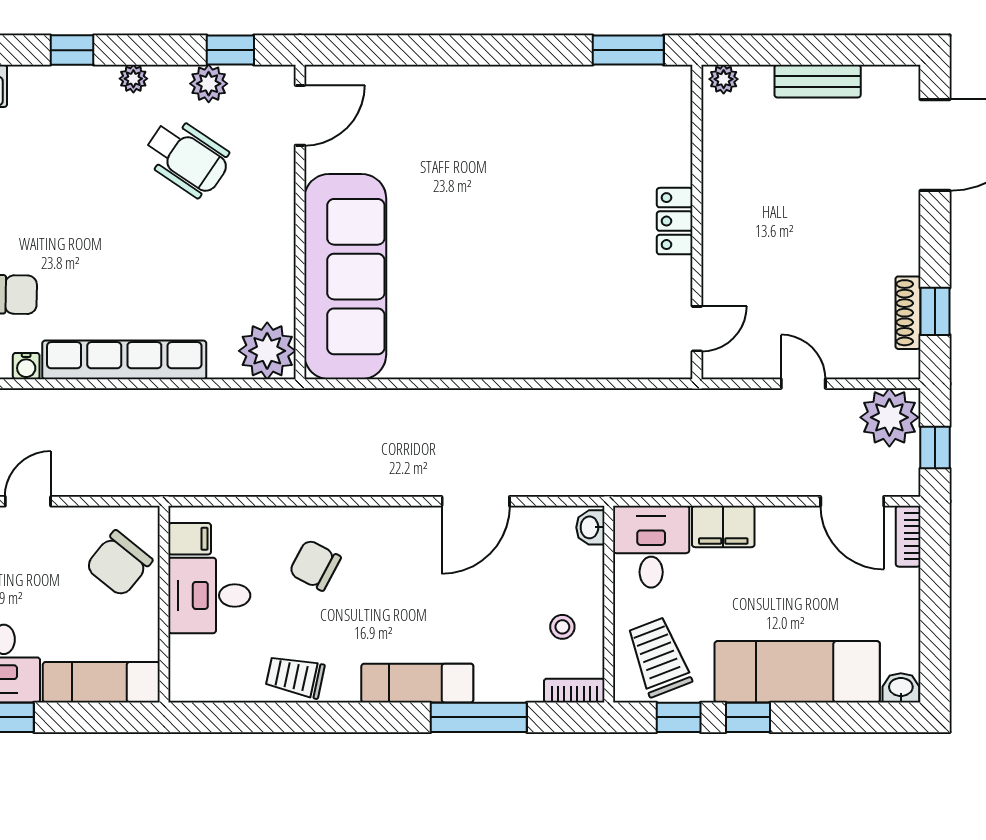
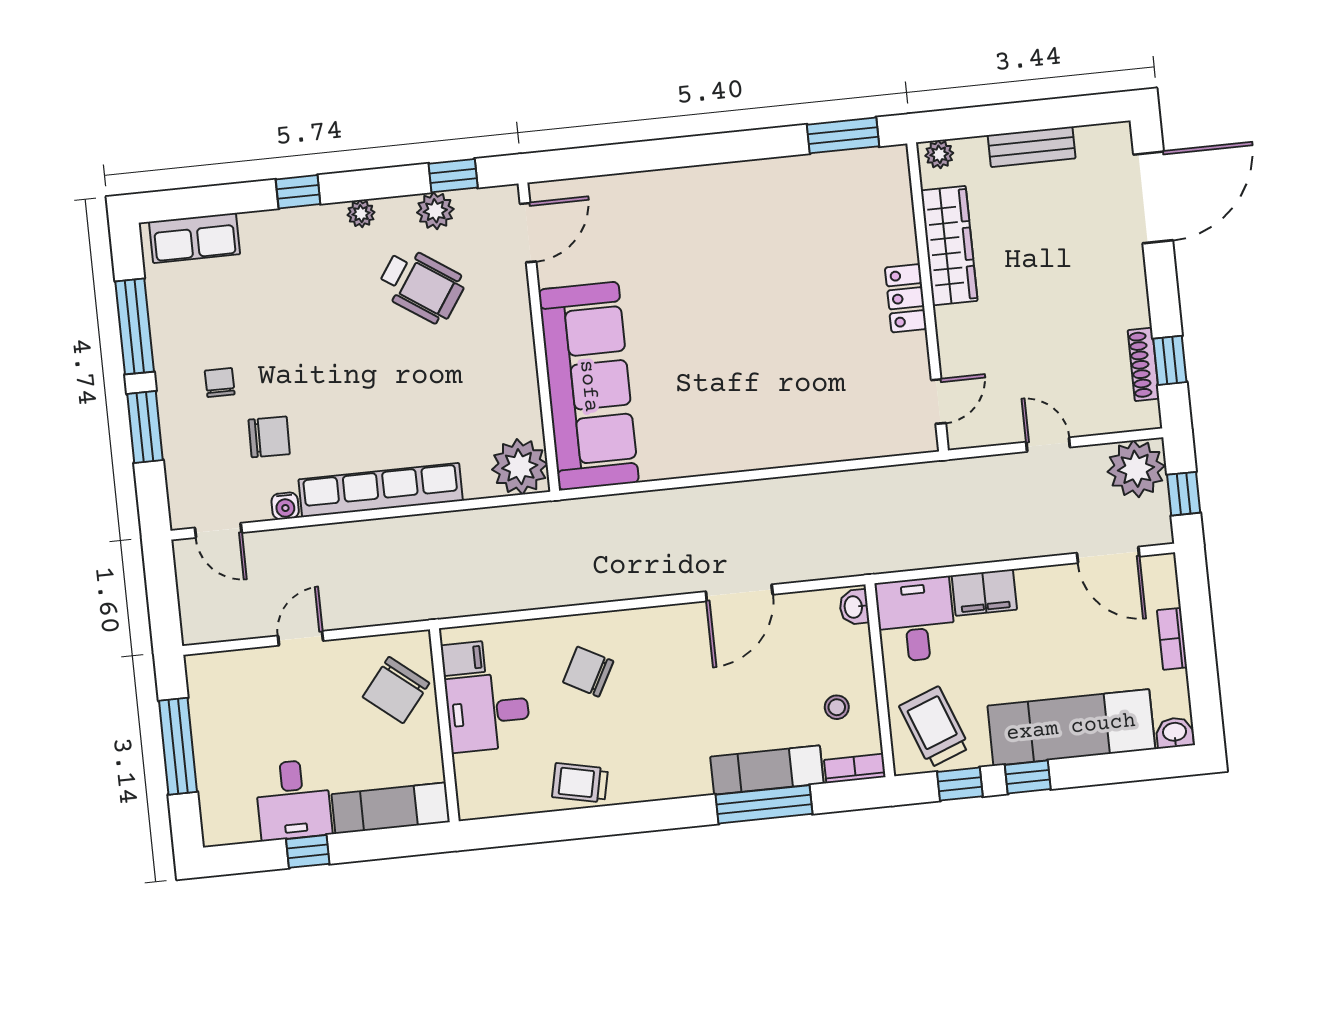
wardrobe: (724, 172) -> (949, 246), added
bookcase: (908, 536) -> (1172, 639), moved
exam couch: (417, 683) -> (767, 770), moved

